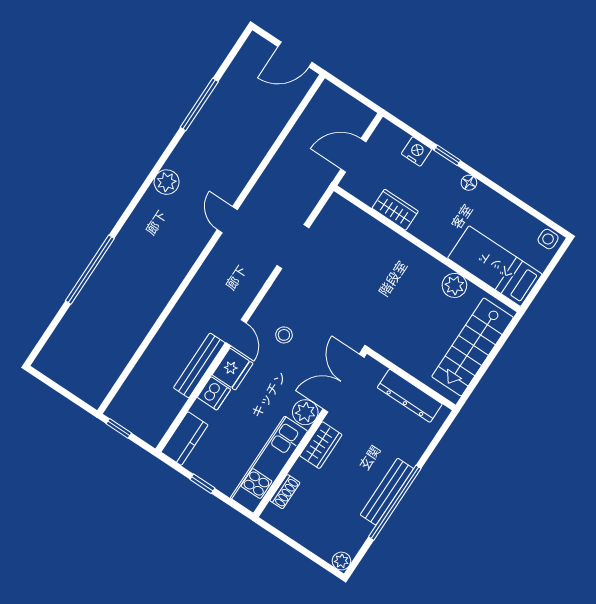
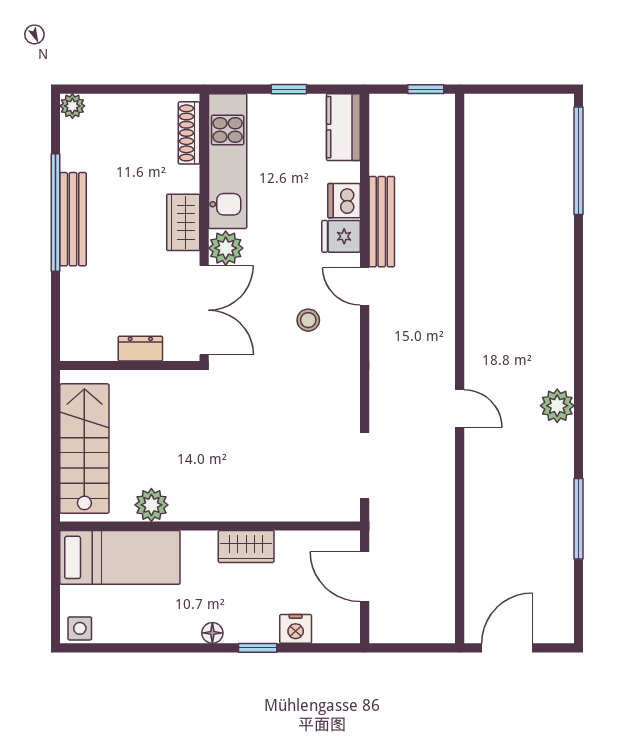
door: (353, 155) -> (365, 577), swing flipped
wardrobe: (395, 210) -> (246, 546), moved
doorway: (293, 247) -> (365, 465), moved
window: (90, 270) -> (579, 161), moved
fridge: (233, 369) -> (341, 236), width x0.72
dresser: (410, 396) -> (140, 349), width x0.51, depth x0.80
shoe rack: (285, 492) -> (189, 133), width x1.43

